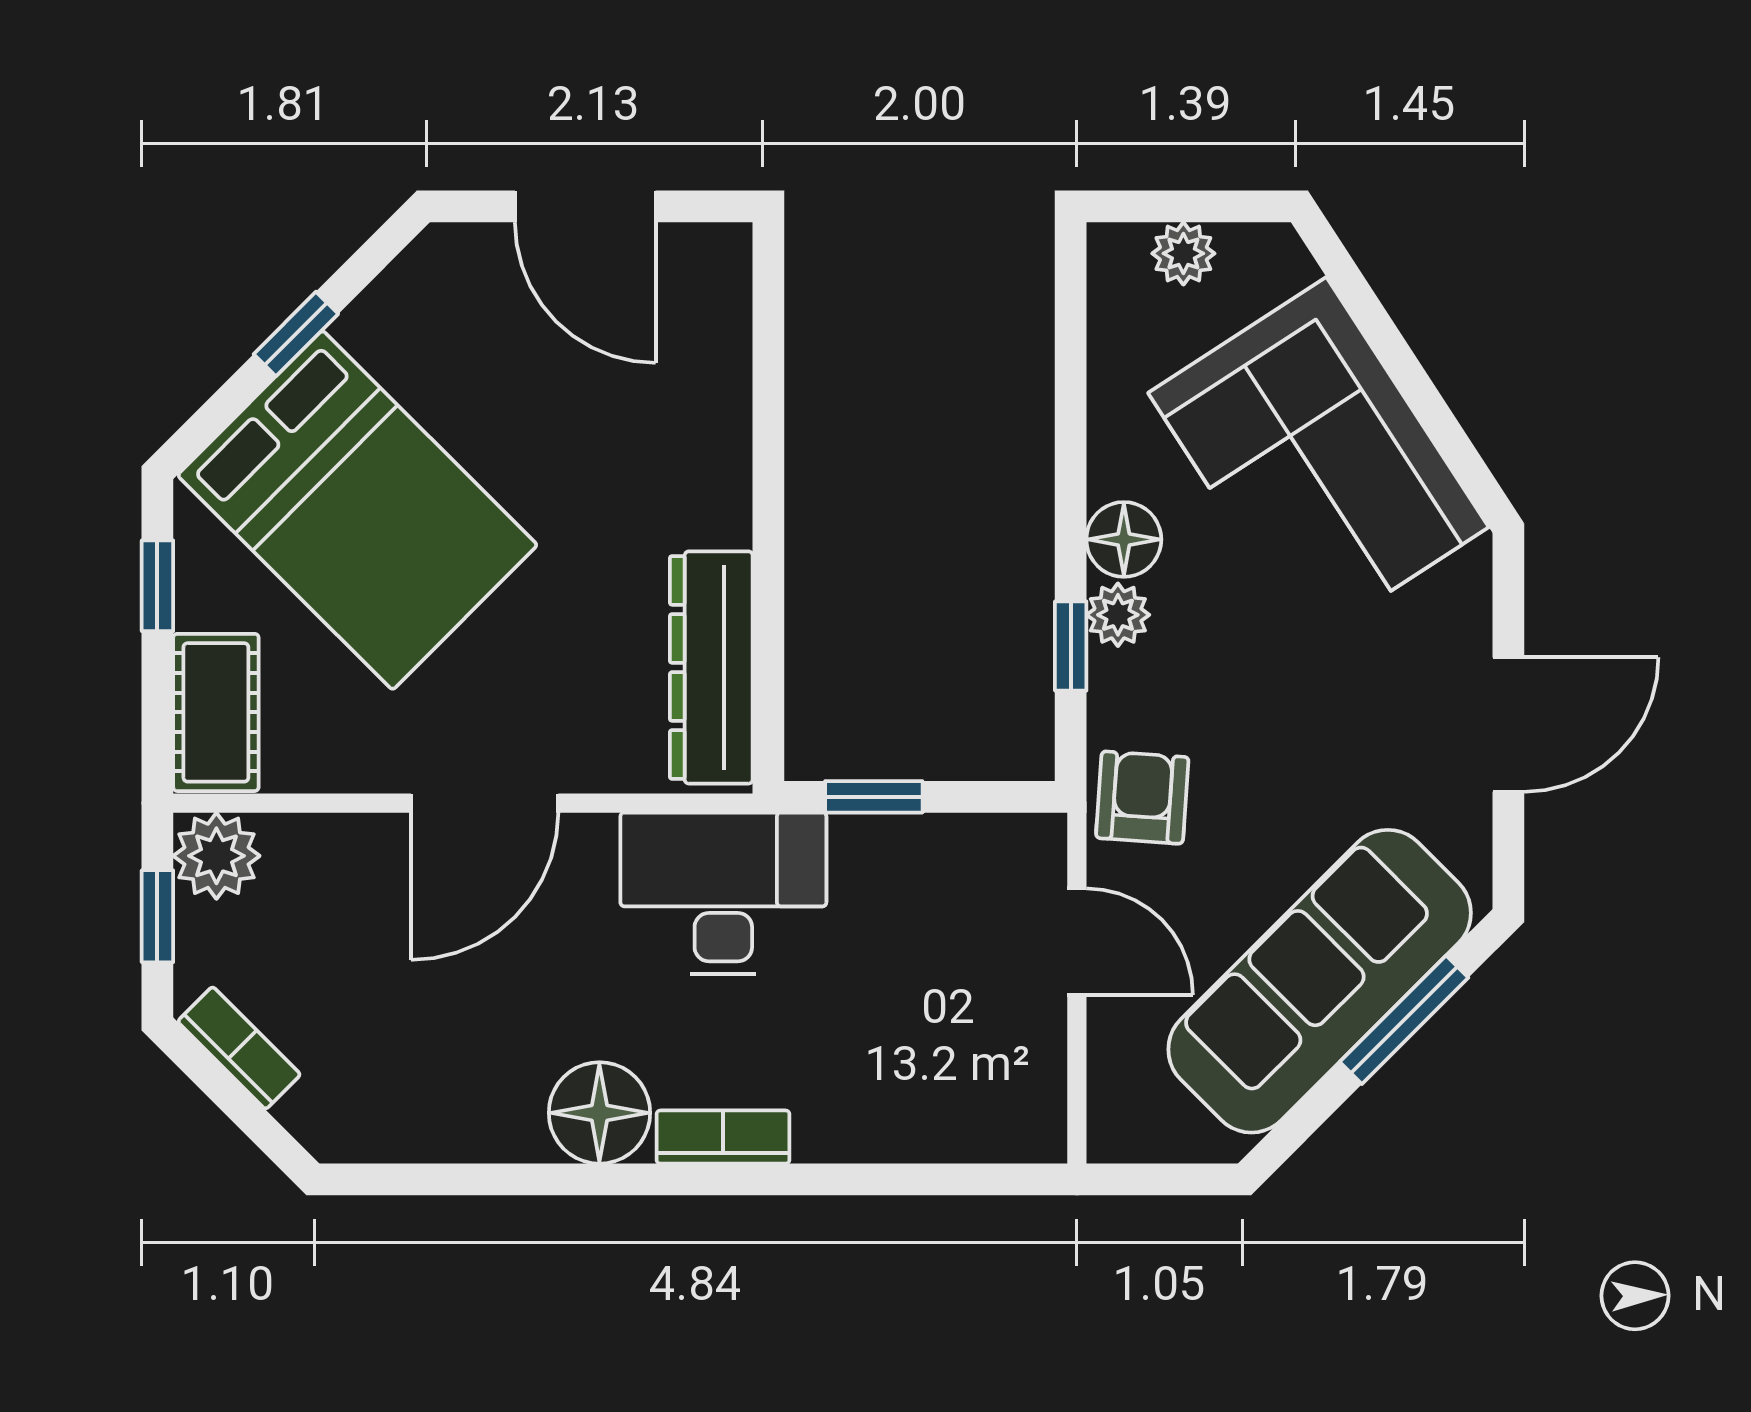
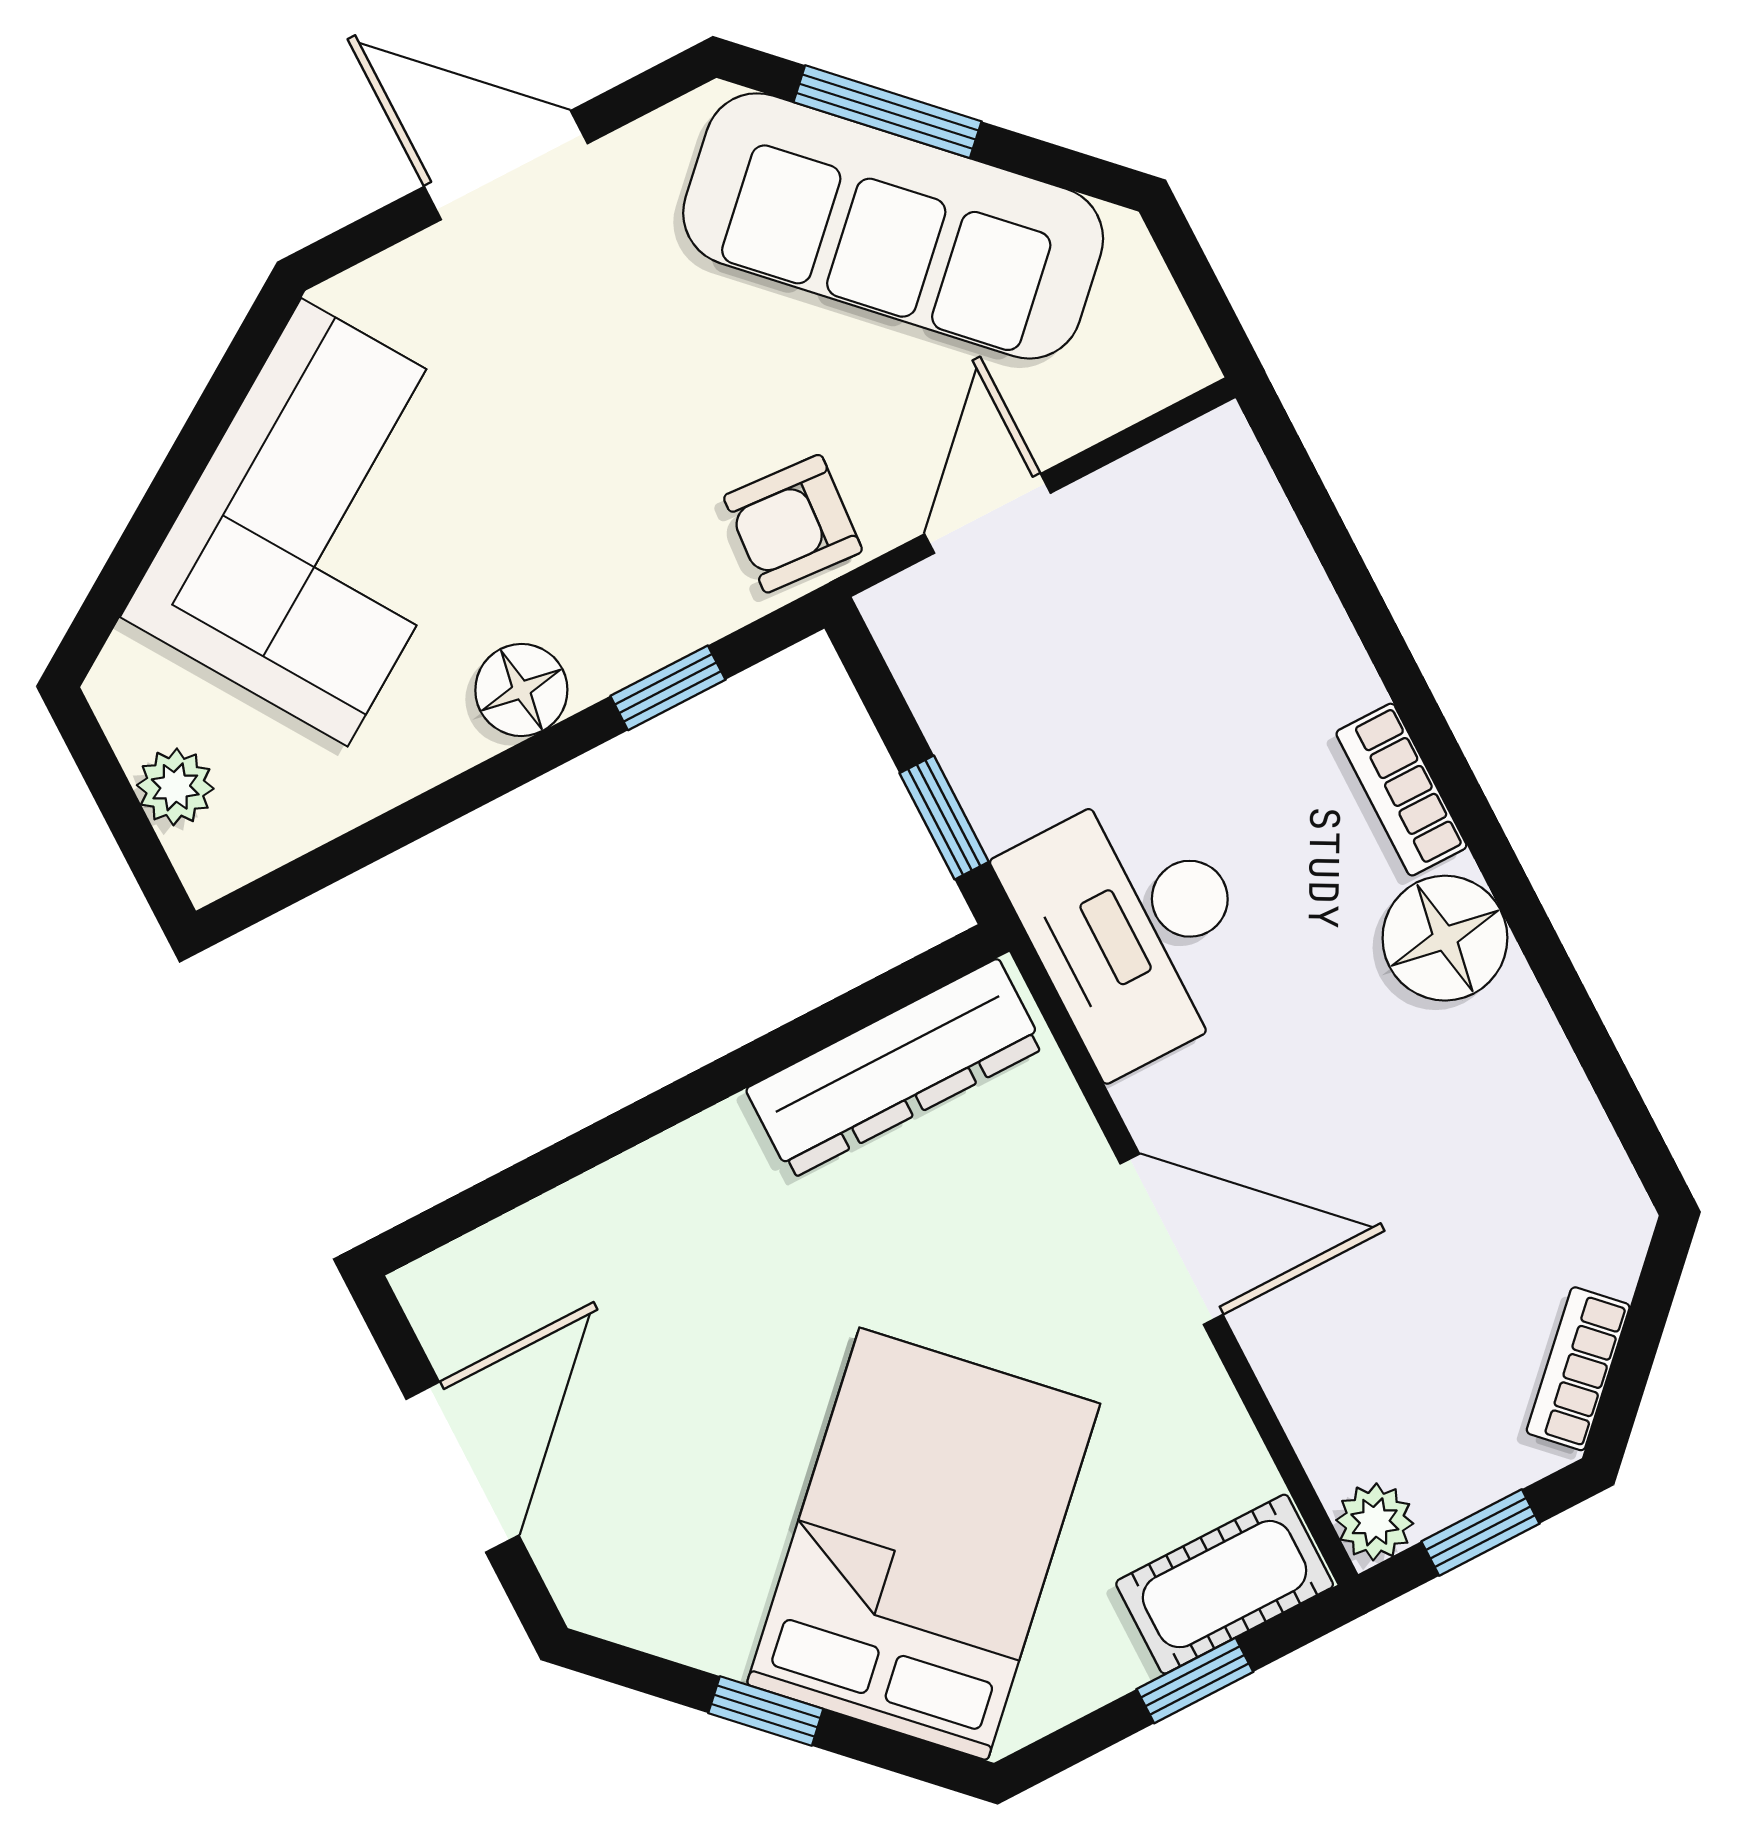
window: (157, 586) -> (1195, 1681), moved
plant: (1118, 615) -> (607, 654), removed
plant: (216, 856) -> (1375, 1522), width x0.73, depth x0.73

